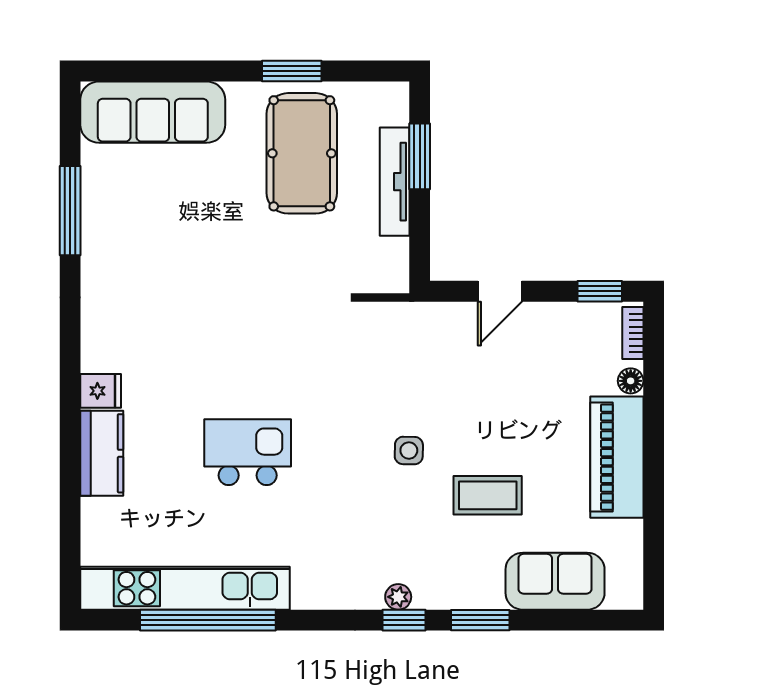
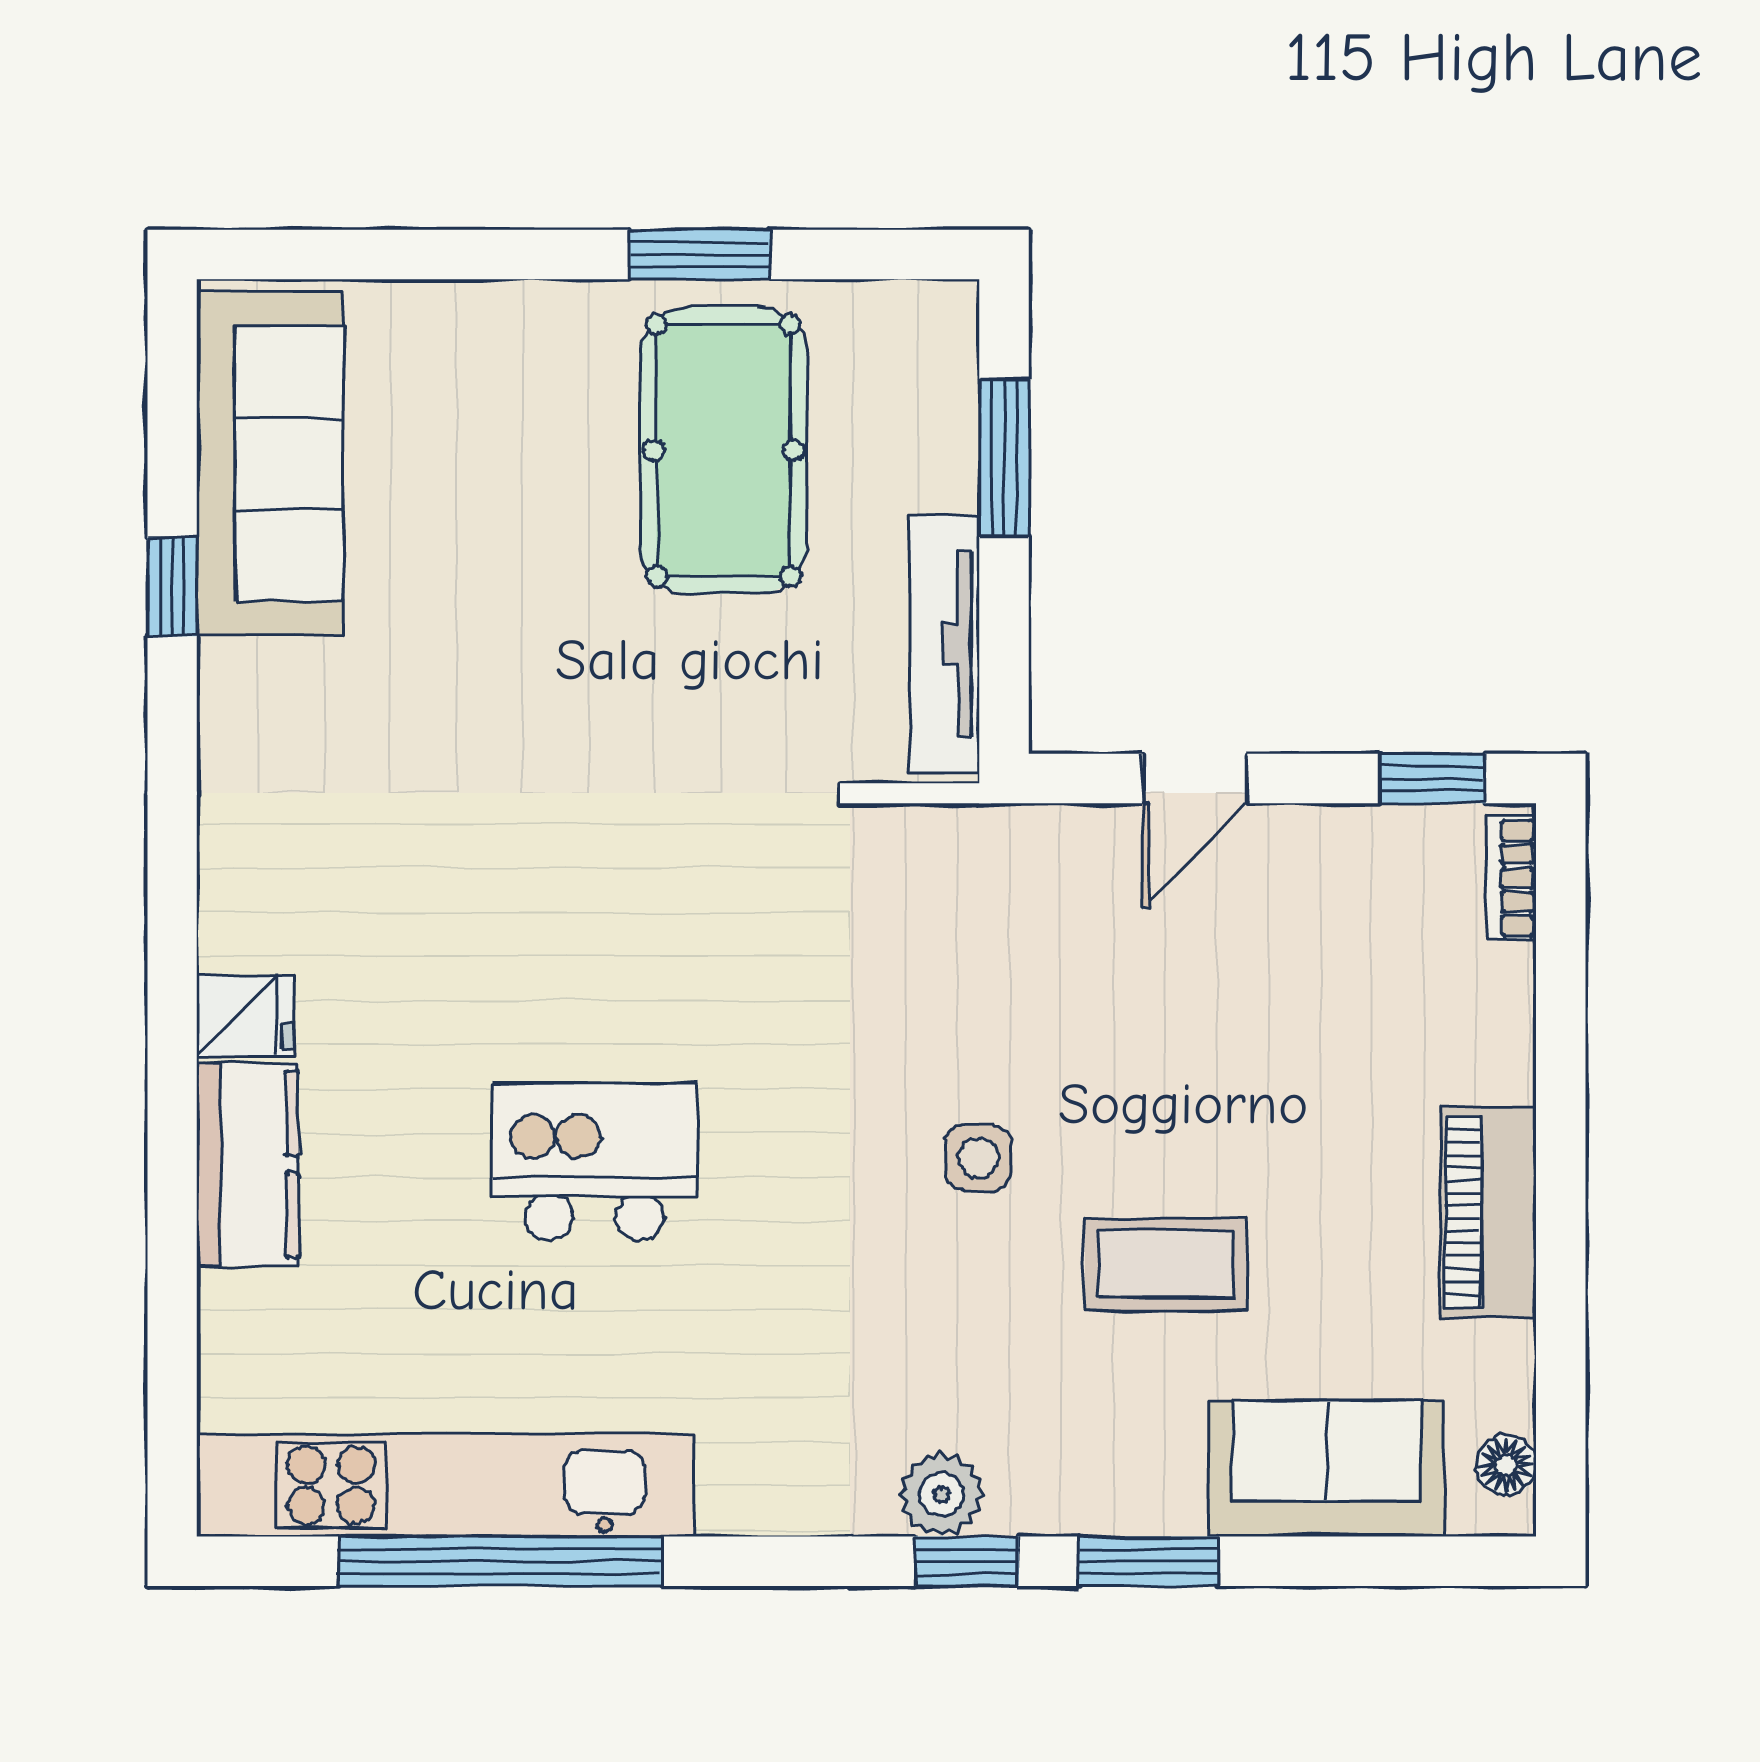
sofa: (153, 112) -> (270, 463), moved, turned -90
tv unit: (395, 182) -> (944, 644), moved
window: (70, 211) -> (172, 587), width x0.46
floor lamp: (631, 381) -> (1506, 1465), moved
piano: (617, 457) -> (1489, 1212), width x0.73, depth x0.75
plant: (398, 597) -> (941, 1494), width x1.38, depth x1.38

